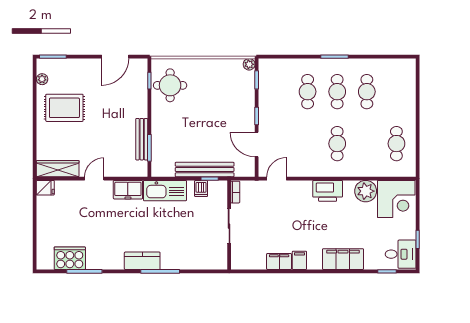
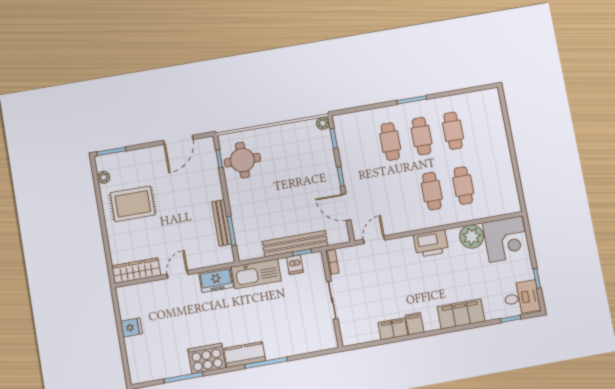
cafe table: (396, 144) -> (463, 186), moved
fridge: (45, 188) -> (132, 327), moved
cooker: (70, 258) -> (207, 358), moved

